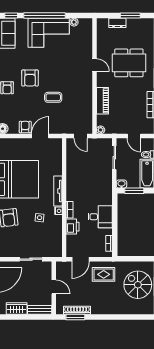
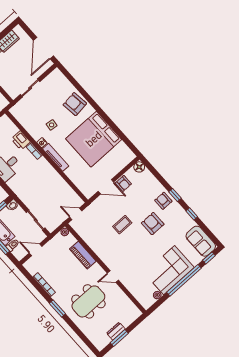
dresser: (117, 23) -> (116, 331), moved
door: (40, 136) -> (106, 187), hinge flipped

